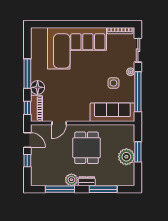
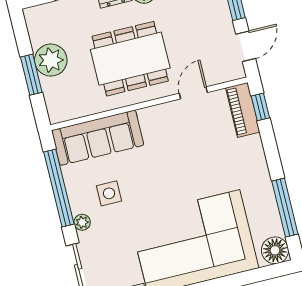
window: (27, 74) -> (285, 208), moved
floor lamp: (38, 87) -> (275, 250), moved
door: (27, 140) -> (246, 46), swing flipped
dining table: (87, 148) -> (130, 59), width x1.38

